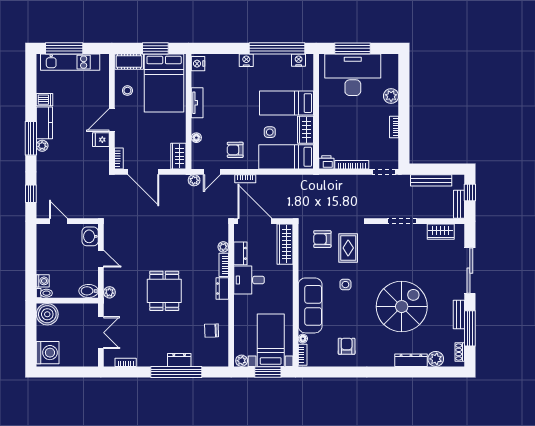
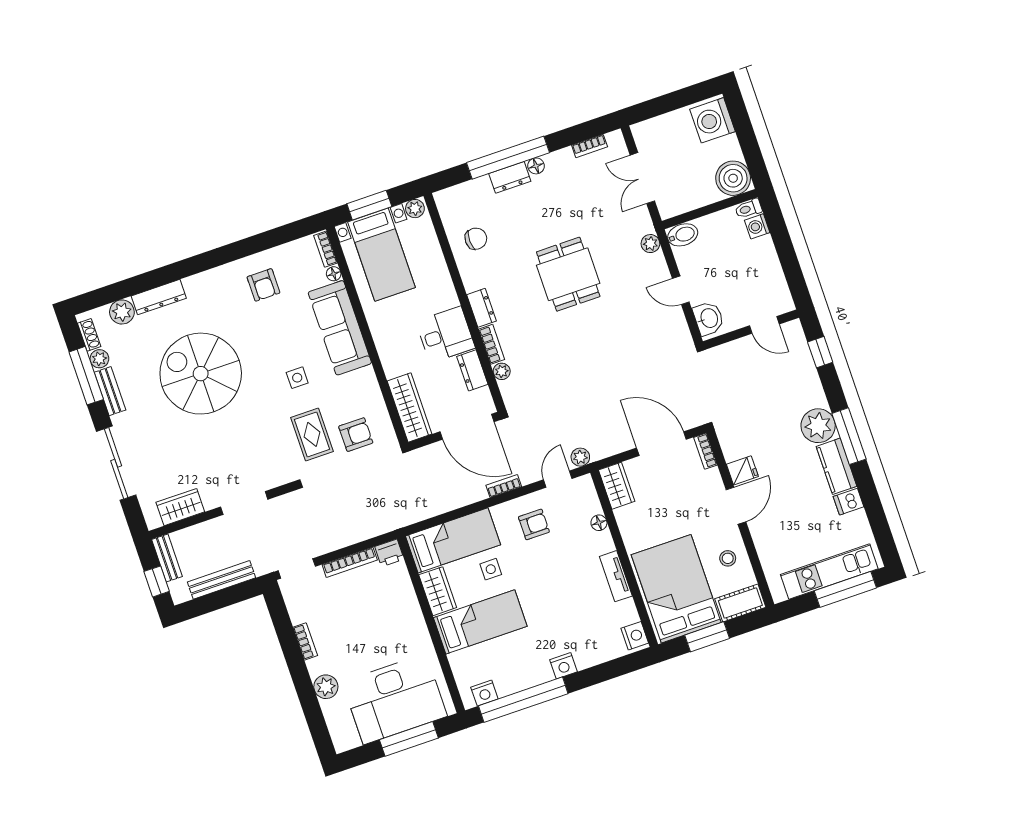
plant: (42, 146) -> (818, 426), width x1.88, depth x1.88
spiral stairs: (402, 307) -> (201, 374), turned 90
plant: (459, 336) -> (99, 359), added
floor lamp: (161, 361) -> (536, 166), added

